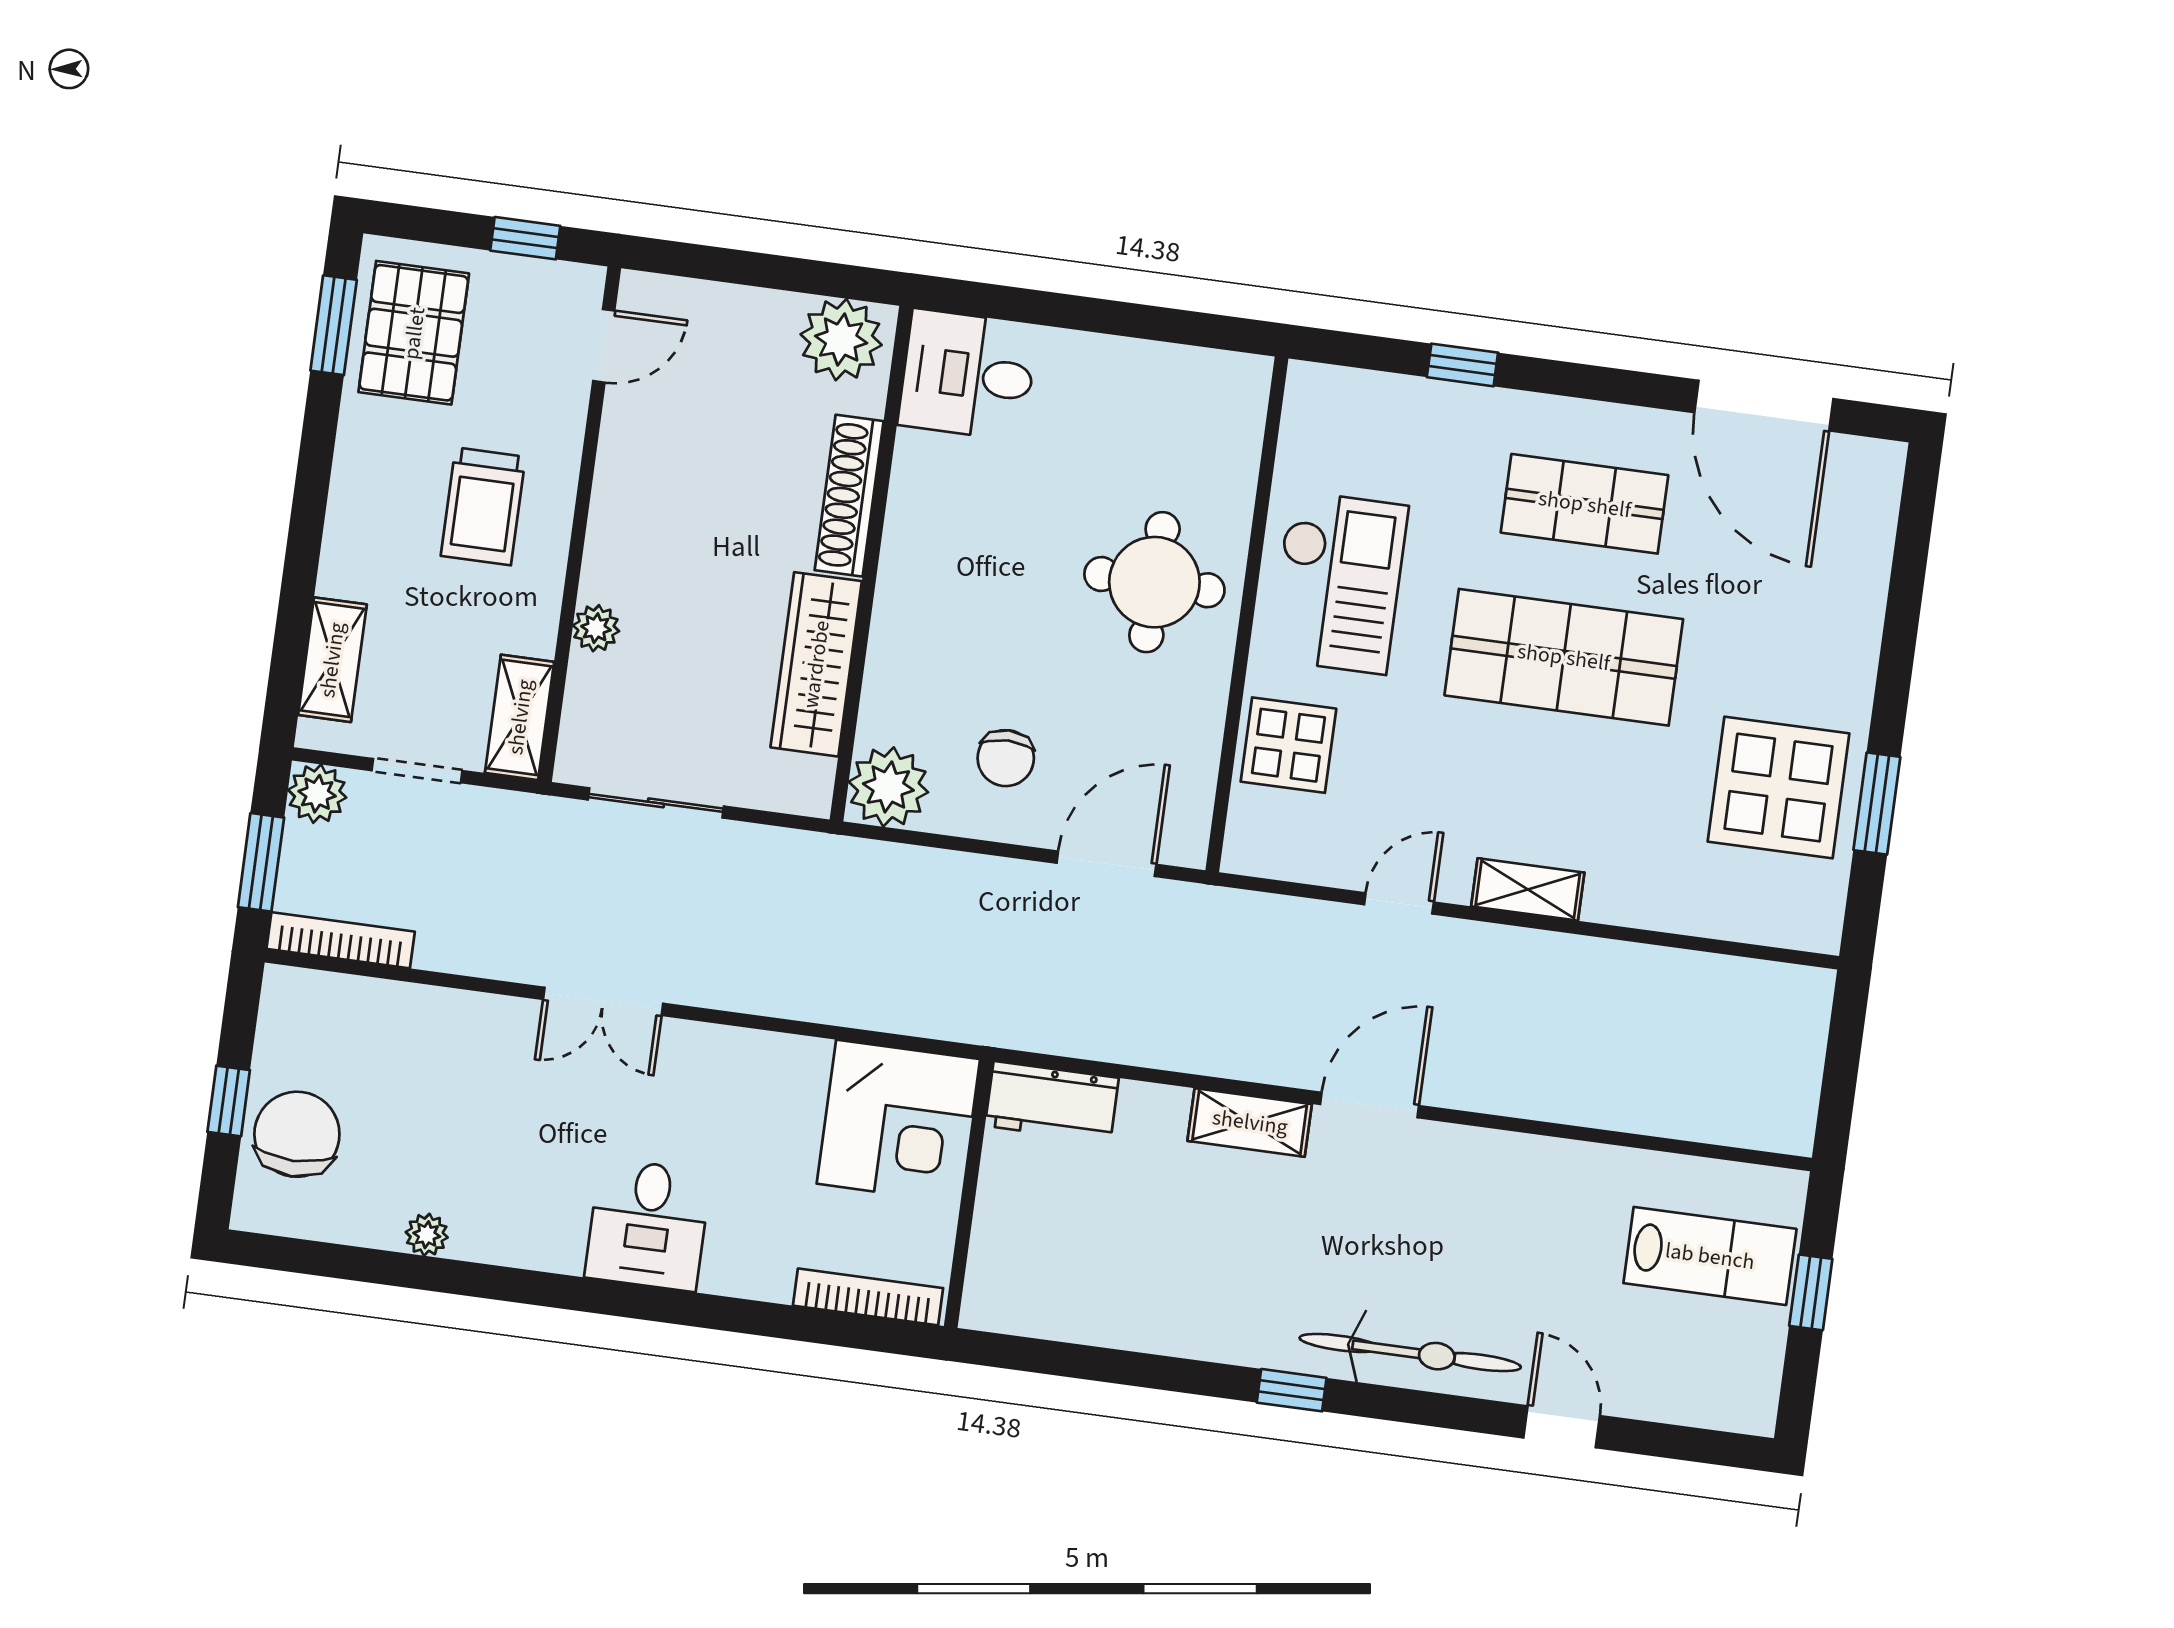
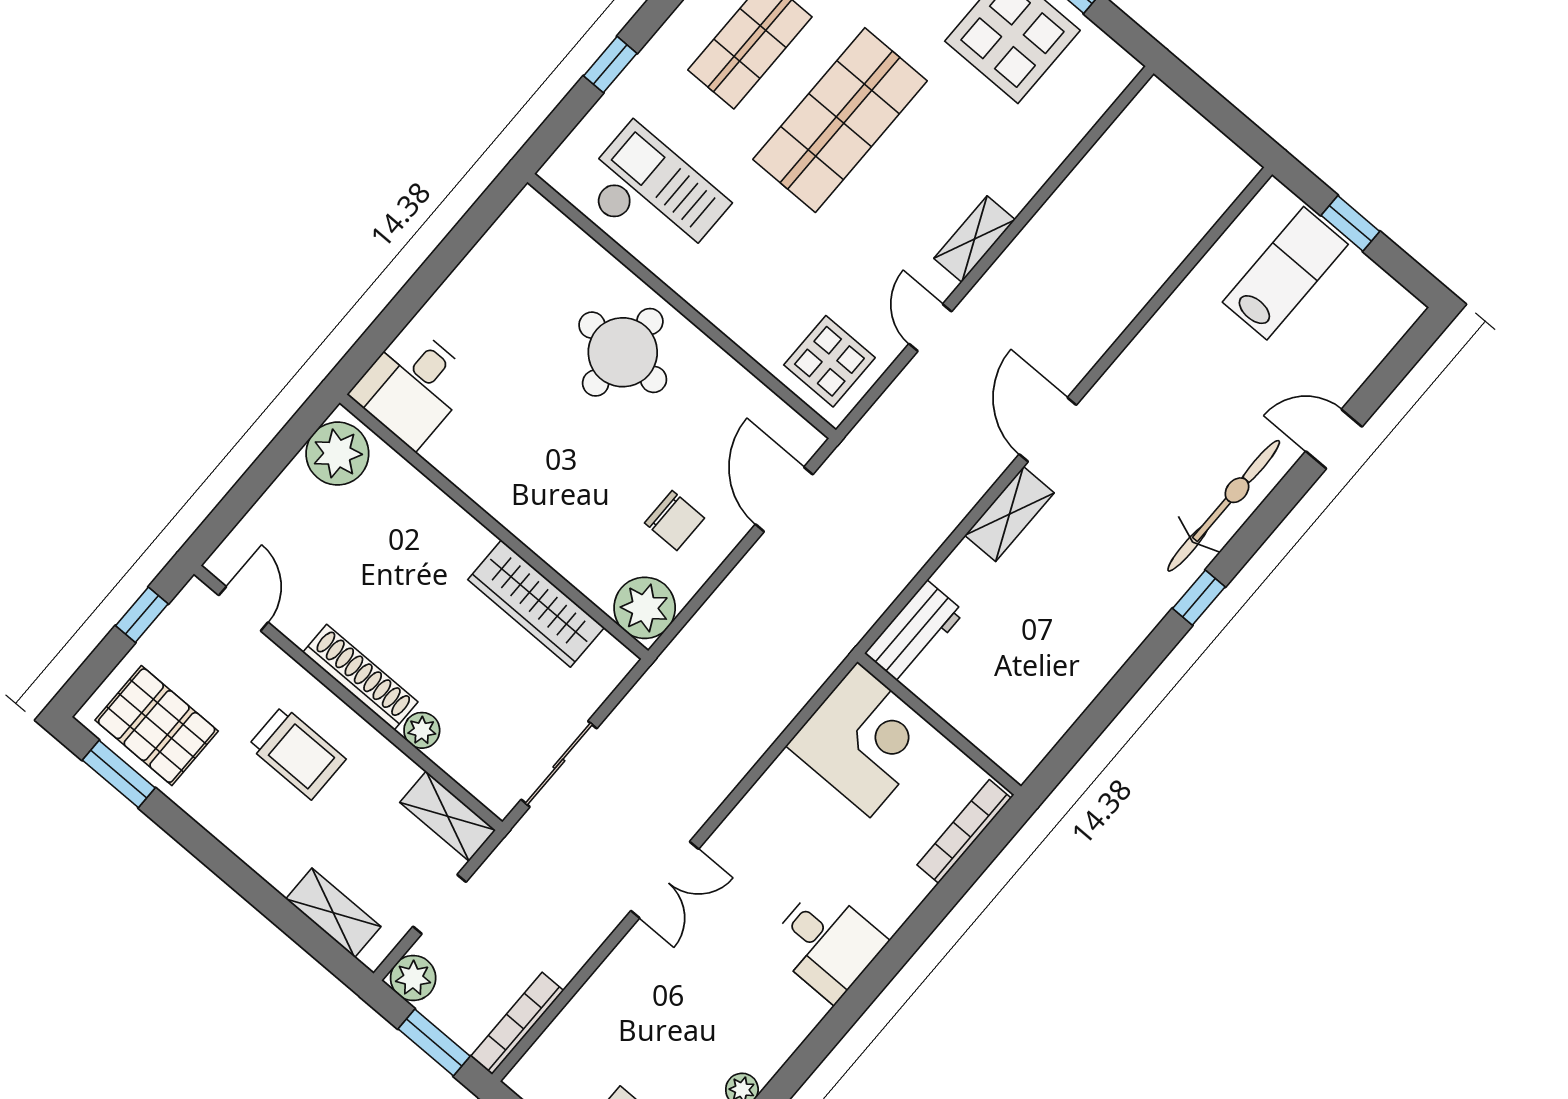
shoe rack: (849, 496) -> (360, 677), moved, turned 180
checkout: (1338, 582) -> (653, 195), moved
display table: (1288, 745) -> (829, 361), moved

